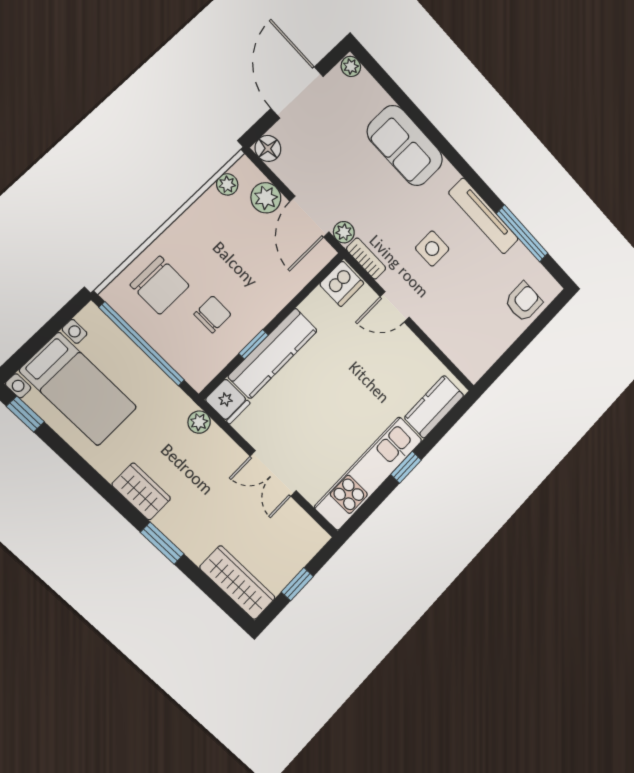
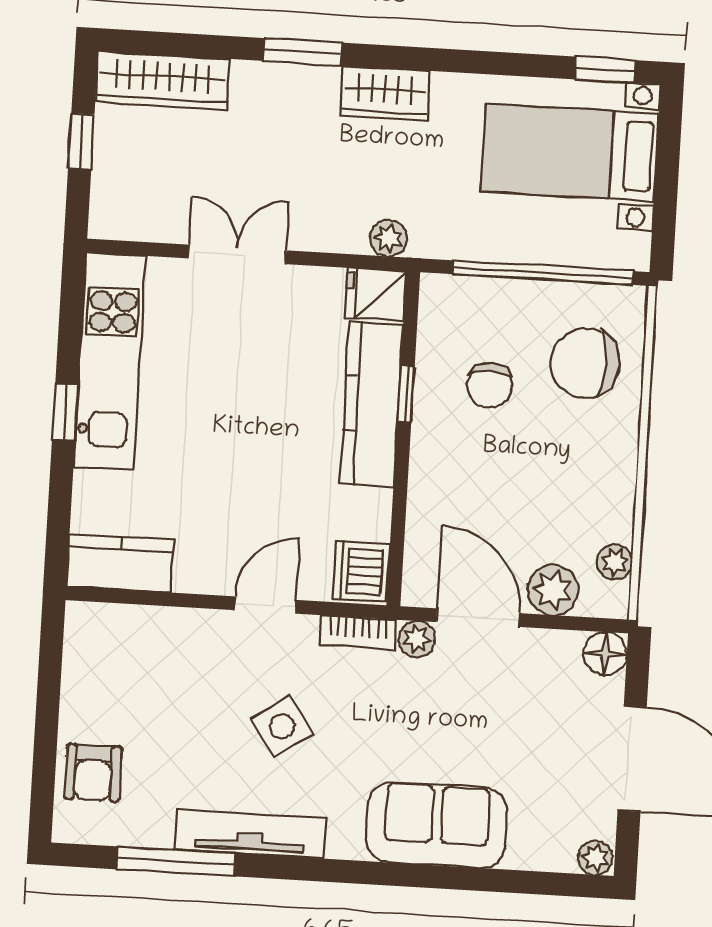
side table: (432, 249) -> (282, 726), turned -35
kitchen counter: (434, 407) -> (120, 563), moved, turned -90

